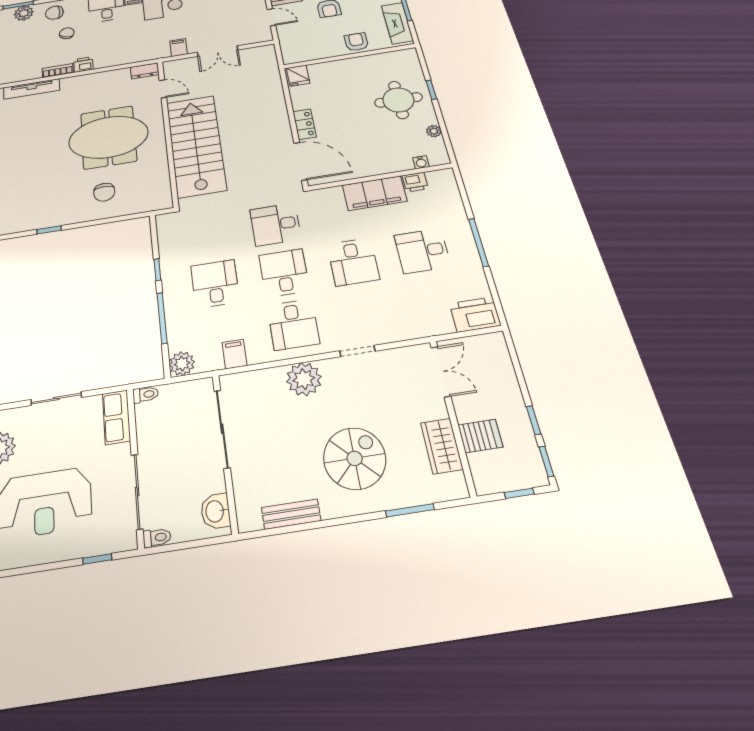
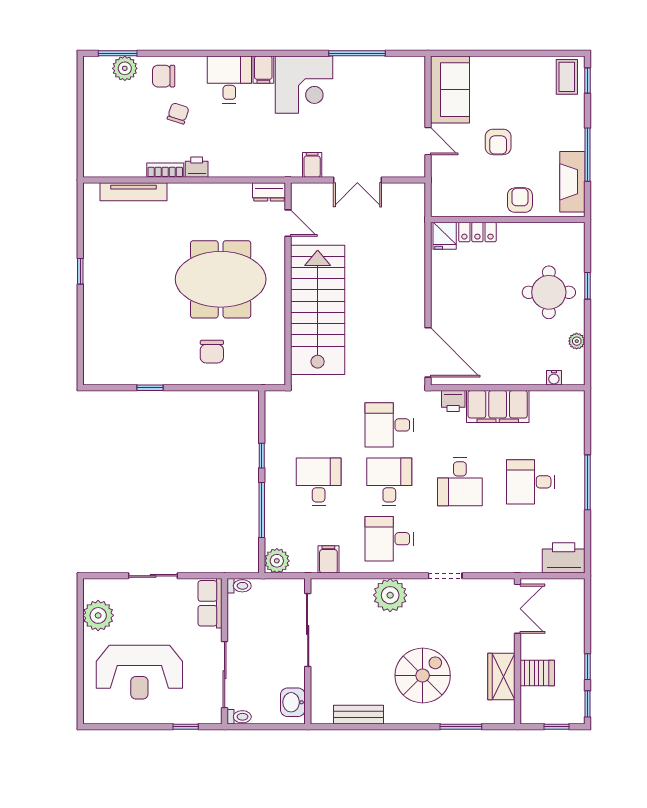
locker: (304, 124) -> (477, 232), moved, turned 90
printer: (415, 182) -> (453, 401), moved
desk: (293, 324) -> (389, 539), turned 90

